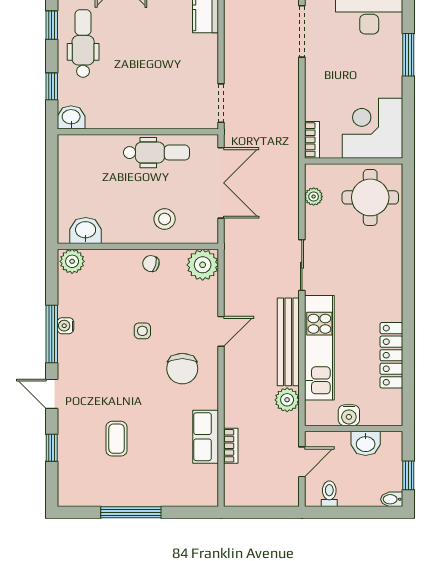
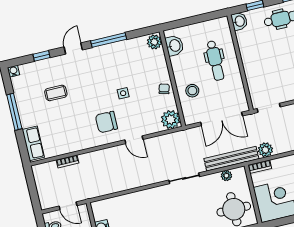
dental chair: (156, 153) -> (215, 61), moved
water cooler: (65, 326) -> (14, 71), moved
bench: (288, 342) -> (231, 159), moved
kitchen unit: (319, 348) -> (138, 200), removed
plant: (287, 400) -> (265, 150), moved
row of seats: (206, 437) -> (33, 143), moved, turned 90

